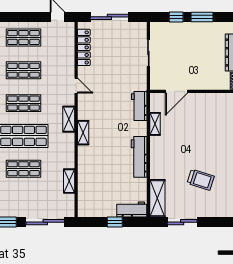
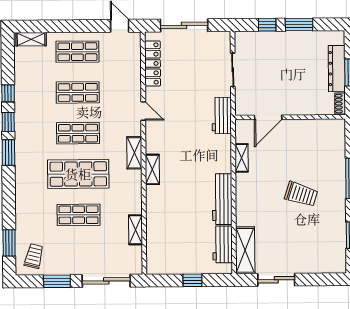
workbench: (139, 106) -> (222, 116), moved
trolley: (201, 180) -> (301, 194), moved
workbench: (132, 209) -> (223, 244), moved, turned -90

